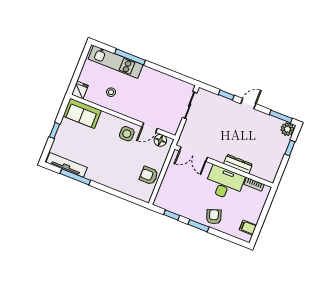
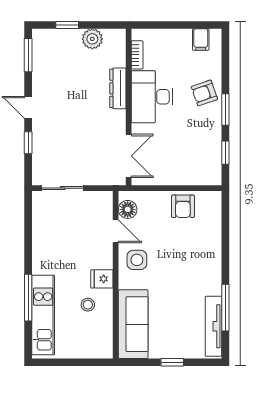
fridge: (80, 90) -> (102, 279), moved
sofa: (82, 113) -> (133, 324), width x1.36
plant: (287, 129) -> (92, 39), moved

